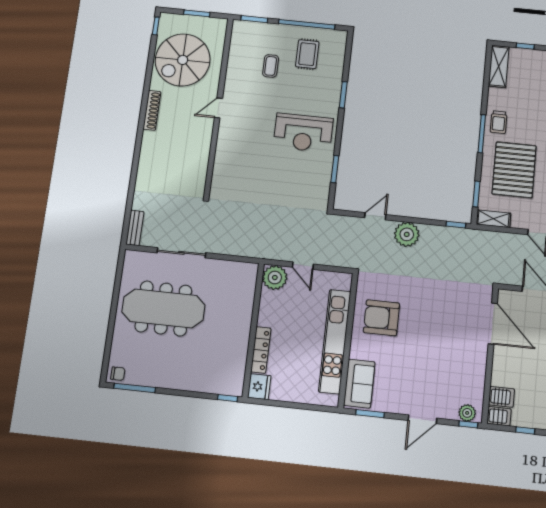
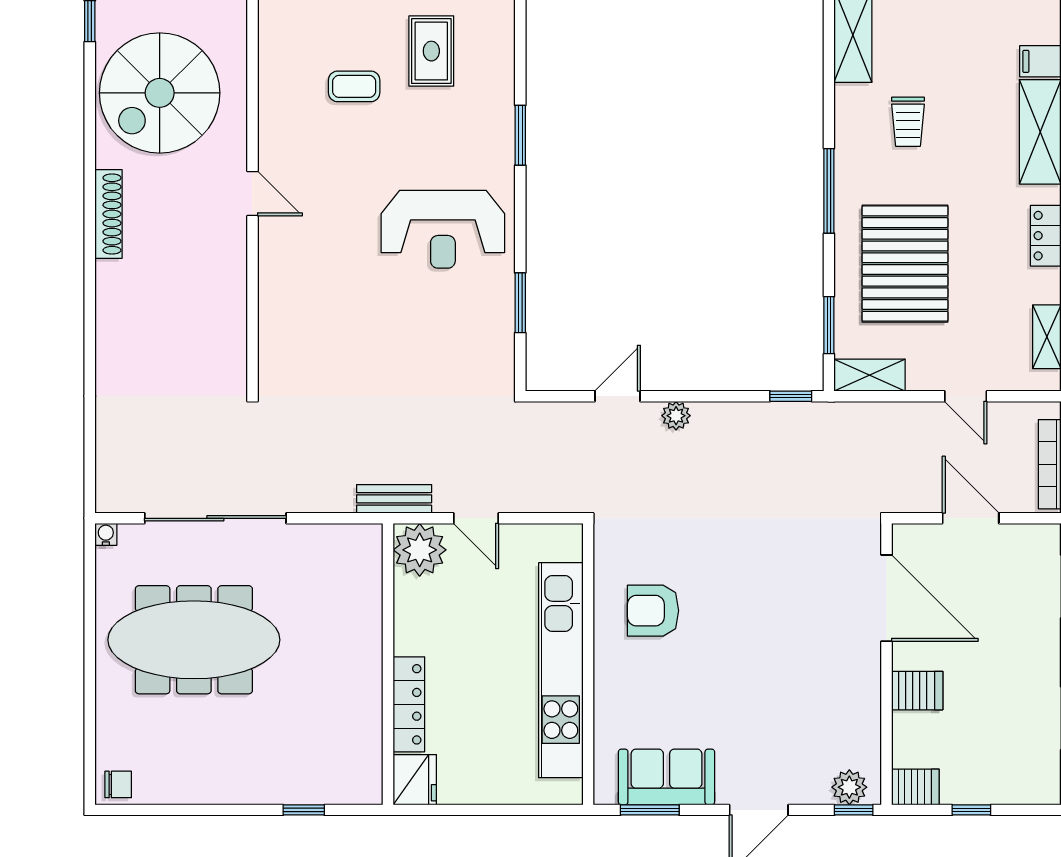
coffee table: (271, 66) -> (354, 86), turned 90
door: (218, 108) -> (252, 193), swing flipped
trolley: (499, 122) -> (908, 122), moved
bench: (135, 228) -> (394, 499), moved, turned 90
plant: (407, 234) -> (676, 416), width x0.53, depth x0.53
sliding door: (181, 253) -> (215, 518), width x1.36
water cooler: (129, 255) -> (106, 534), added
armchair: (381, 318) -> (653, 611), width x0.73, depth x0.73
sofa: (359, 384) -> (666, 777), moved, turned -90
window: (135, 388) -> (157, 810), removed
server rack: (502, 397) -> (917, 691), moved
window: (228, 398) -> (304, 810), moved

